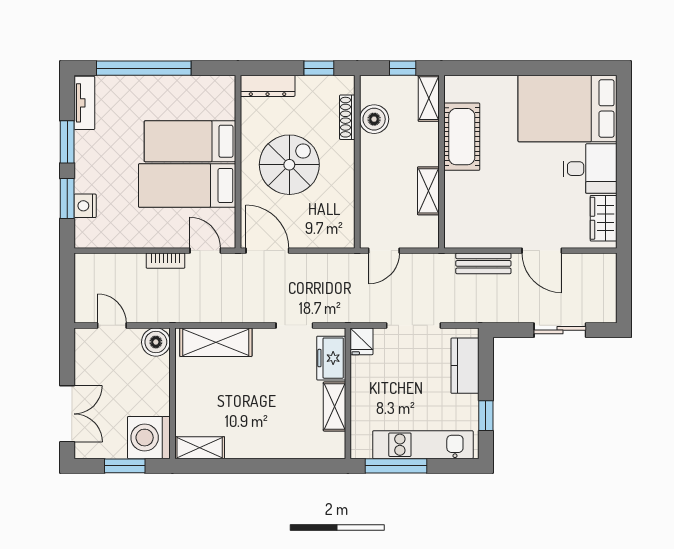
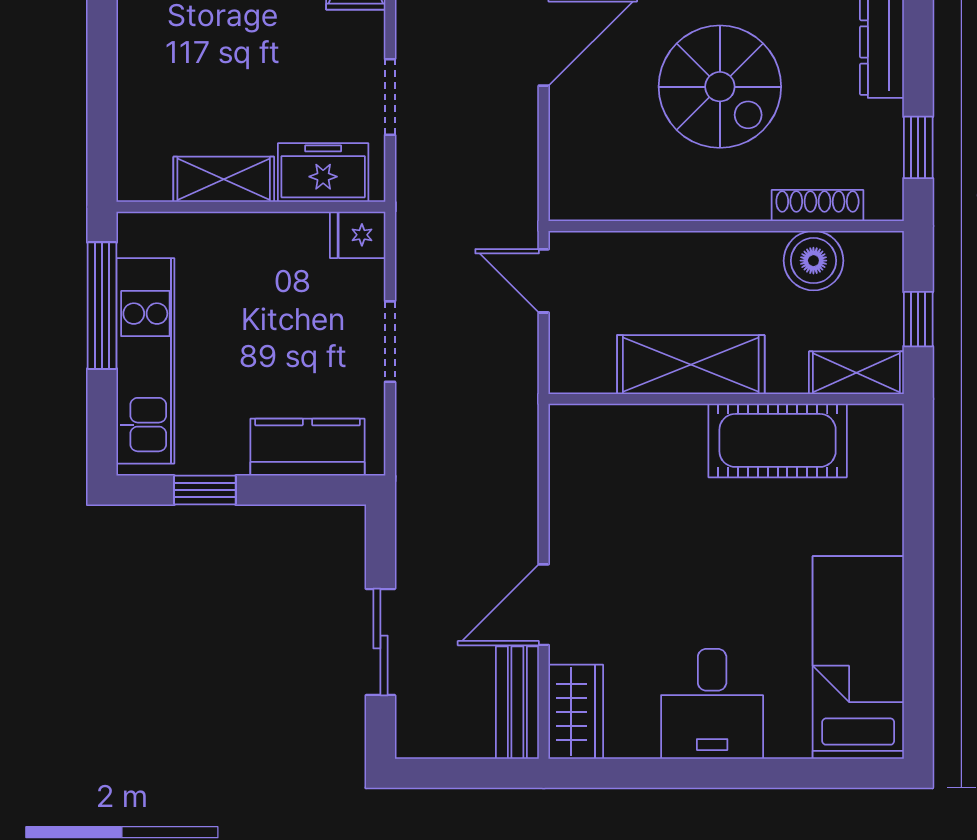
bed: (567, 108) -> (858, 658), width x0.67
shelving: (428, 191) -> (691, 365), width x1.50, depth x1.33
wardrobe: (604, 218) -> (576, 712), moved, turned 90
bench: (483, 263) -> (517, 703), moved
doorway: (414, 325) -> (390, 342), width x0.73

